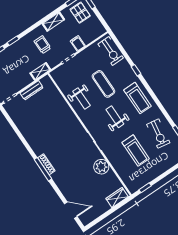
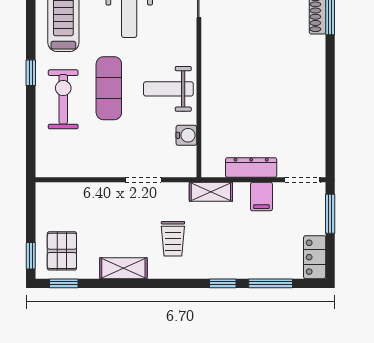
filing cabinet: (78, 43) -> (261, 197), moved
exercise bike: (111, 51) -> (63, 99), moved
water cooler: (63, 86) -> (186, 135), added
weight bench: (81, 98) -> (168, 89), turned -90

